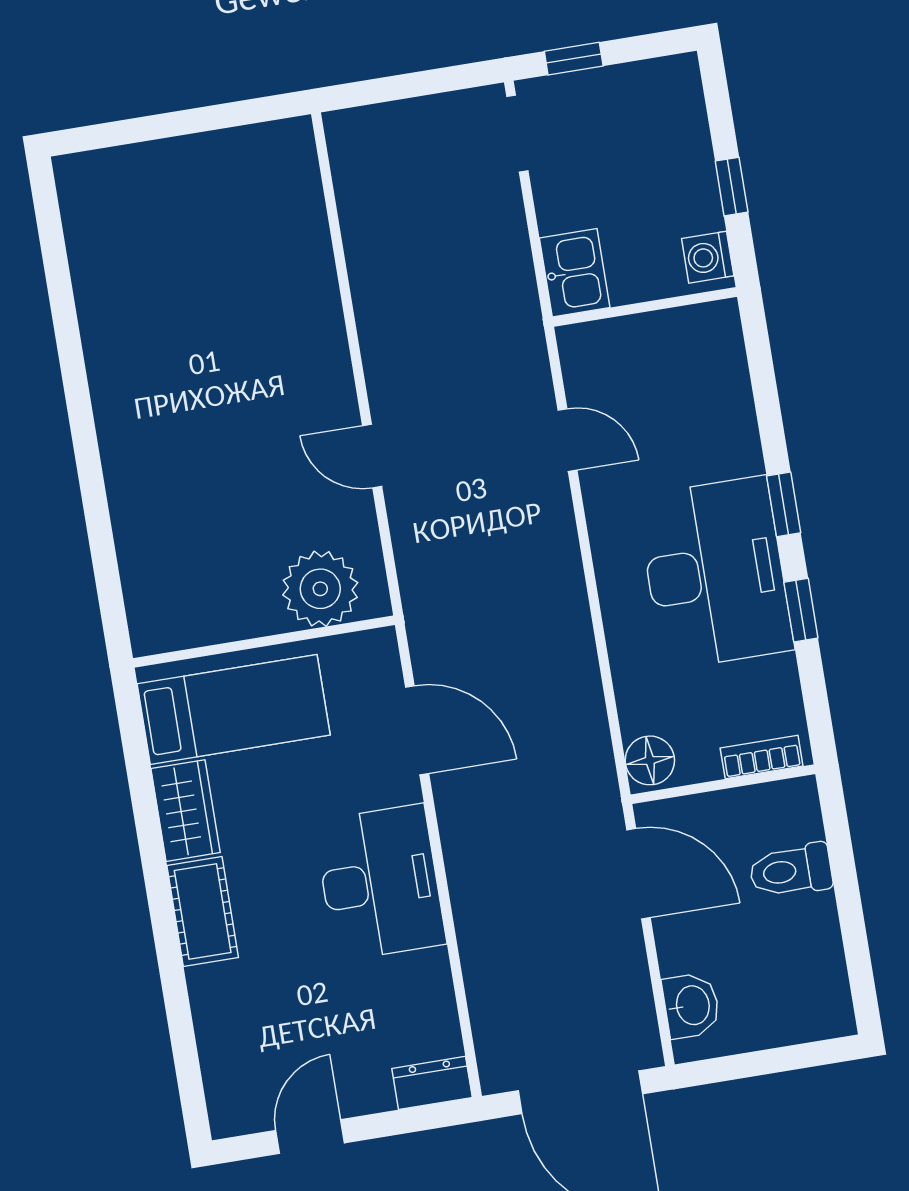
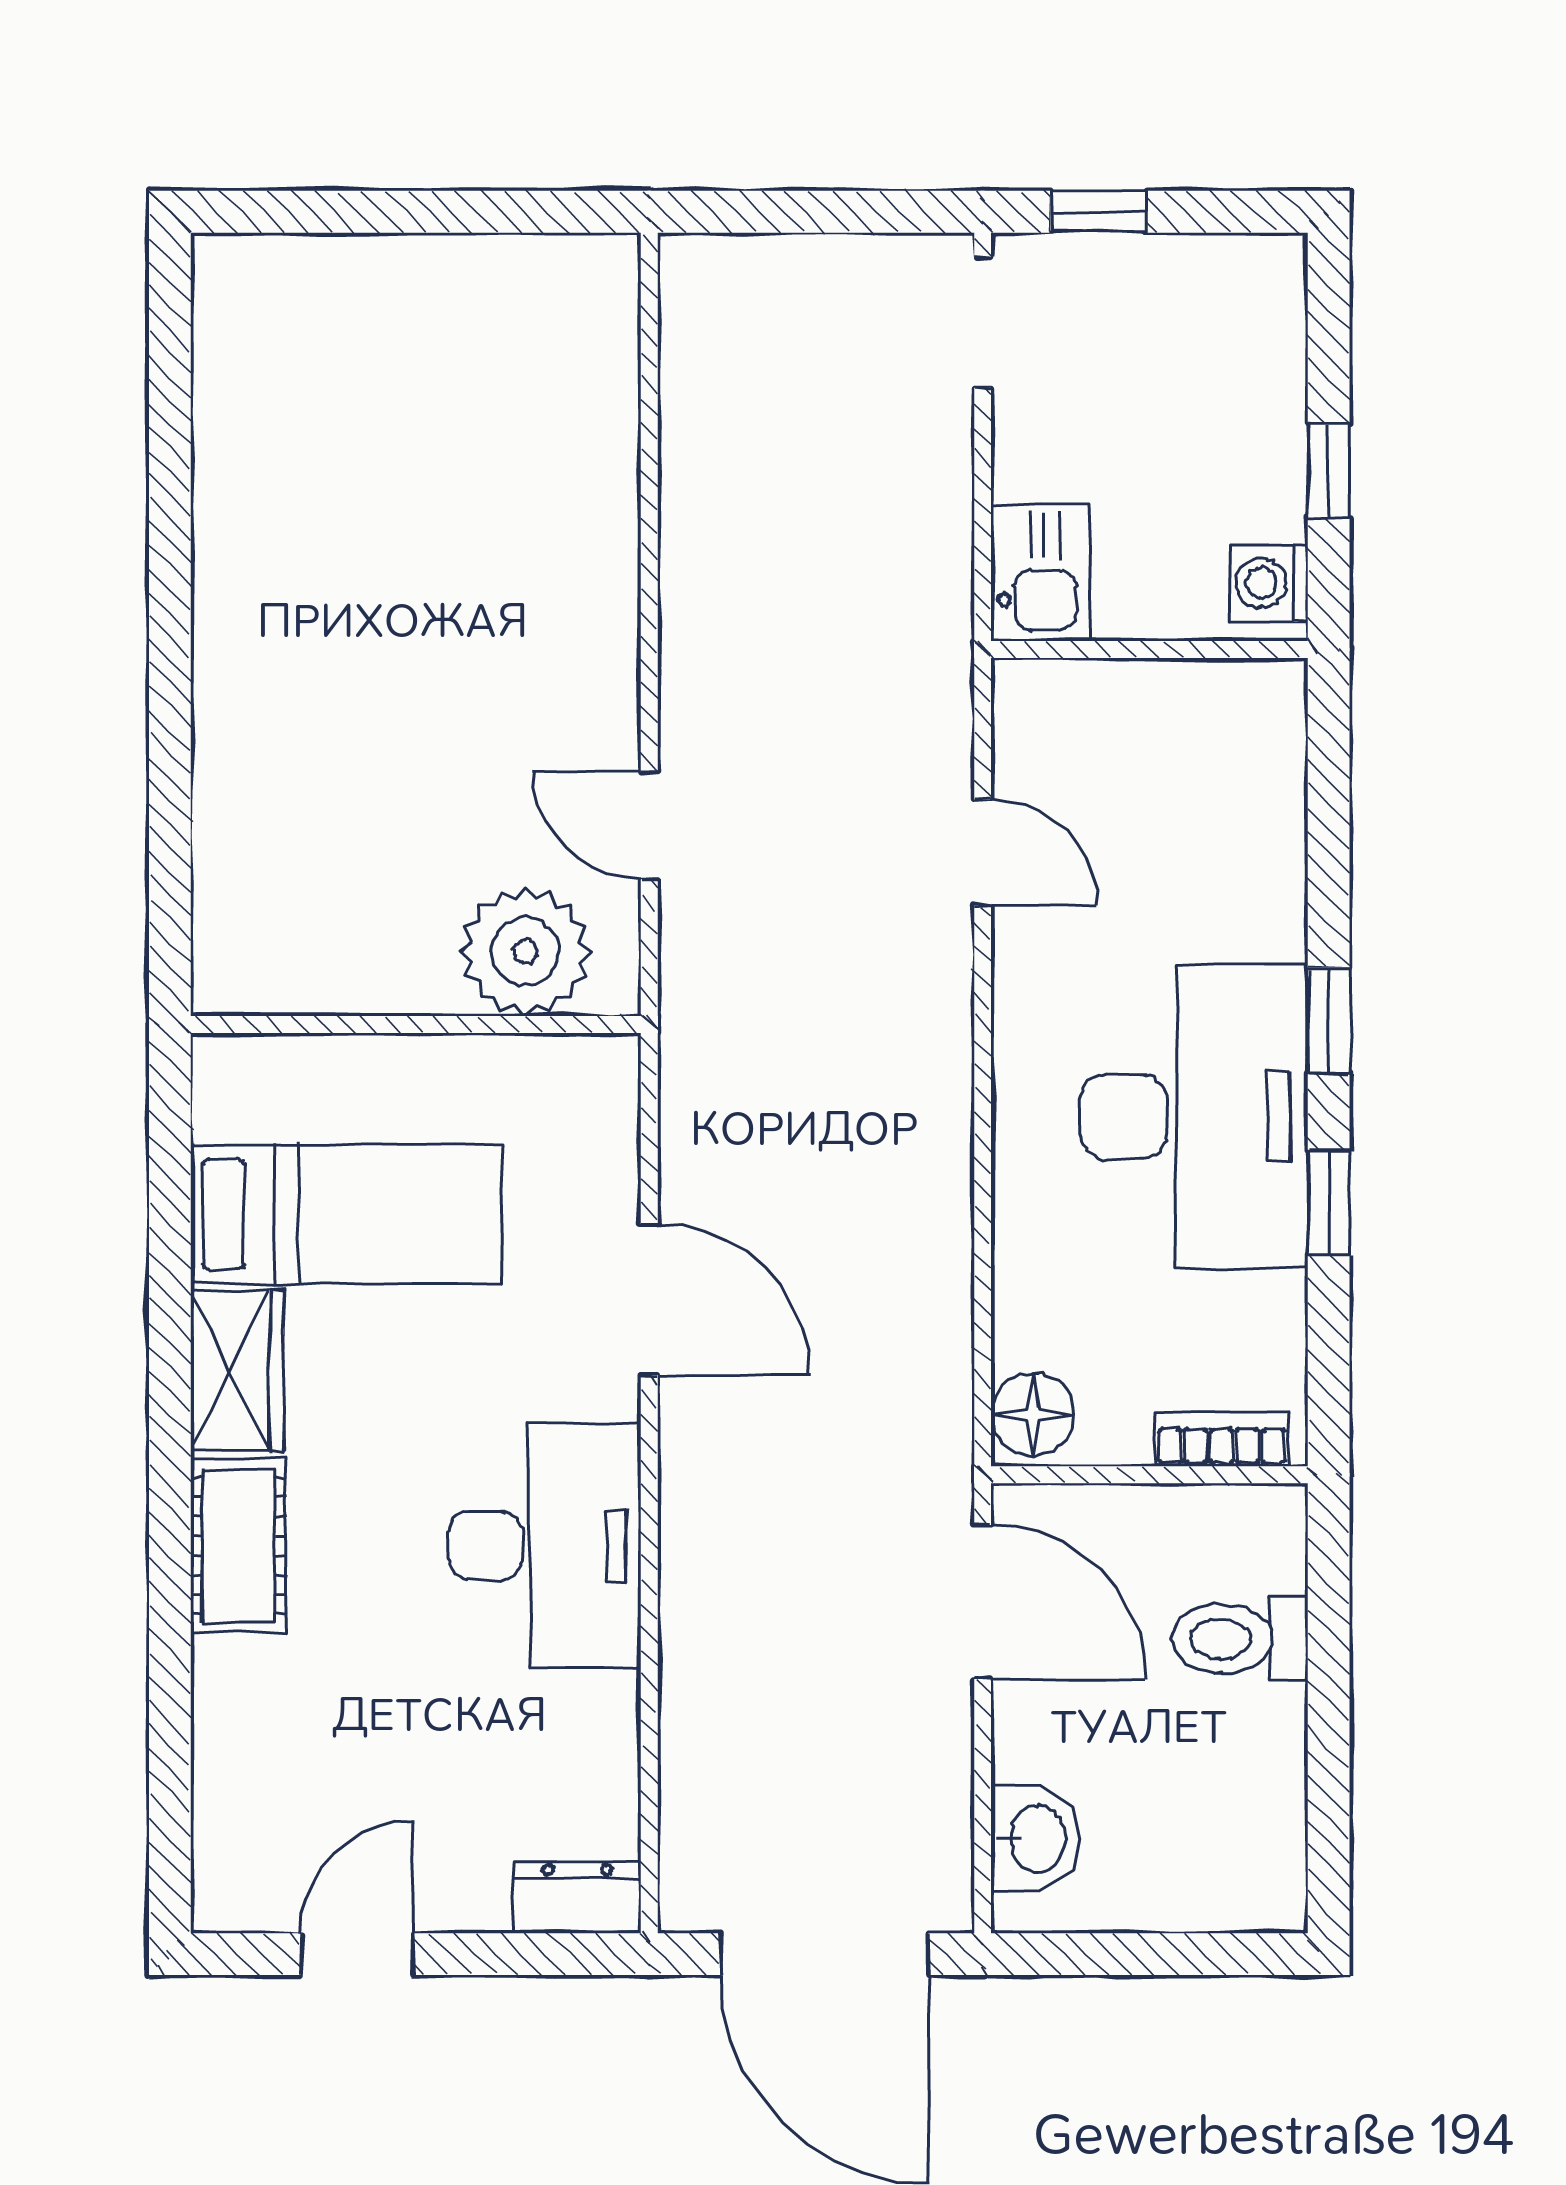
plant: (320, 589) -> (525, 951), moved
wall: (264, 642) -> (416, 1025), moved

